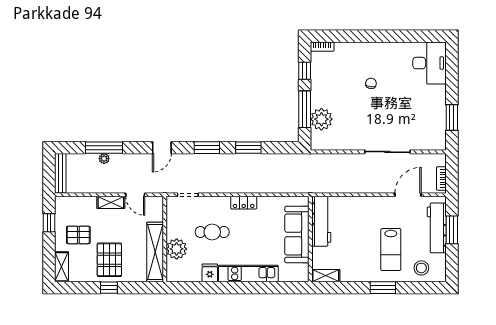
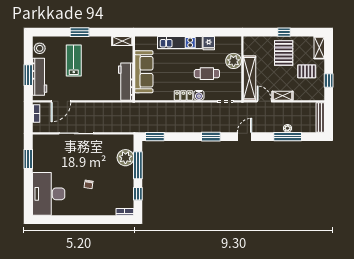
desk: (429, 63) -> (49, 194), width x1.36, depth x1.30
window: (248, 148) -> (155, 137), moved
water cooler: (223, 203) -> (199, 95), added
shelving: (155, 252) -> (249, 78), moved
stool: (421, 268) -> (40, 48), moved

